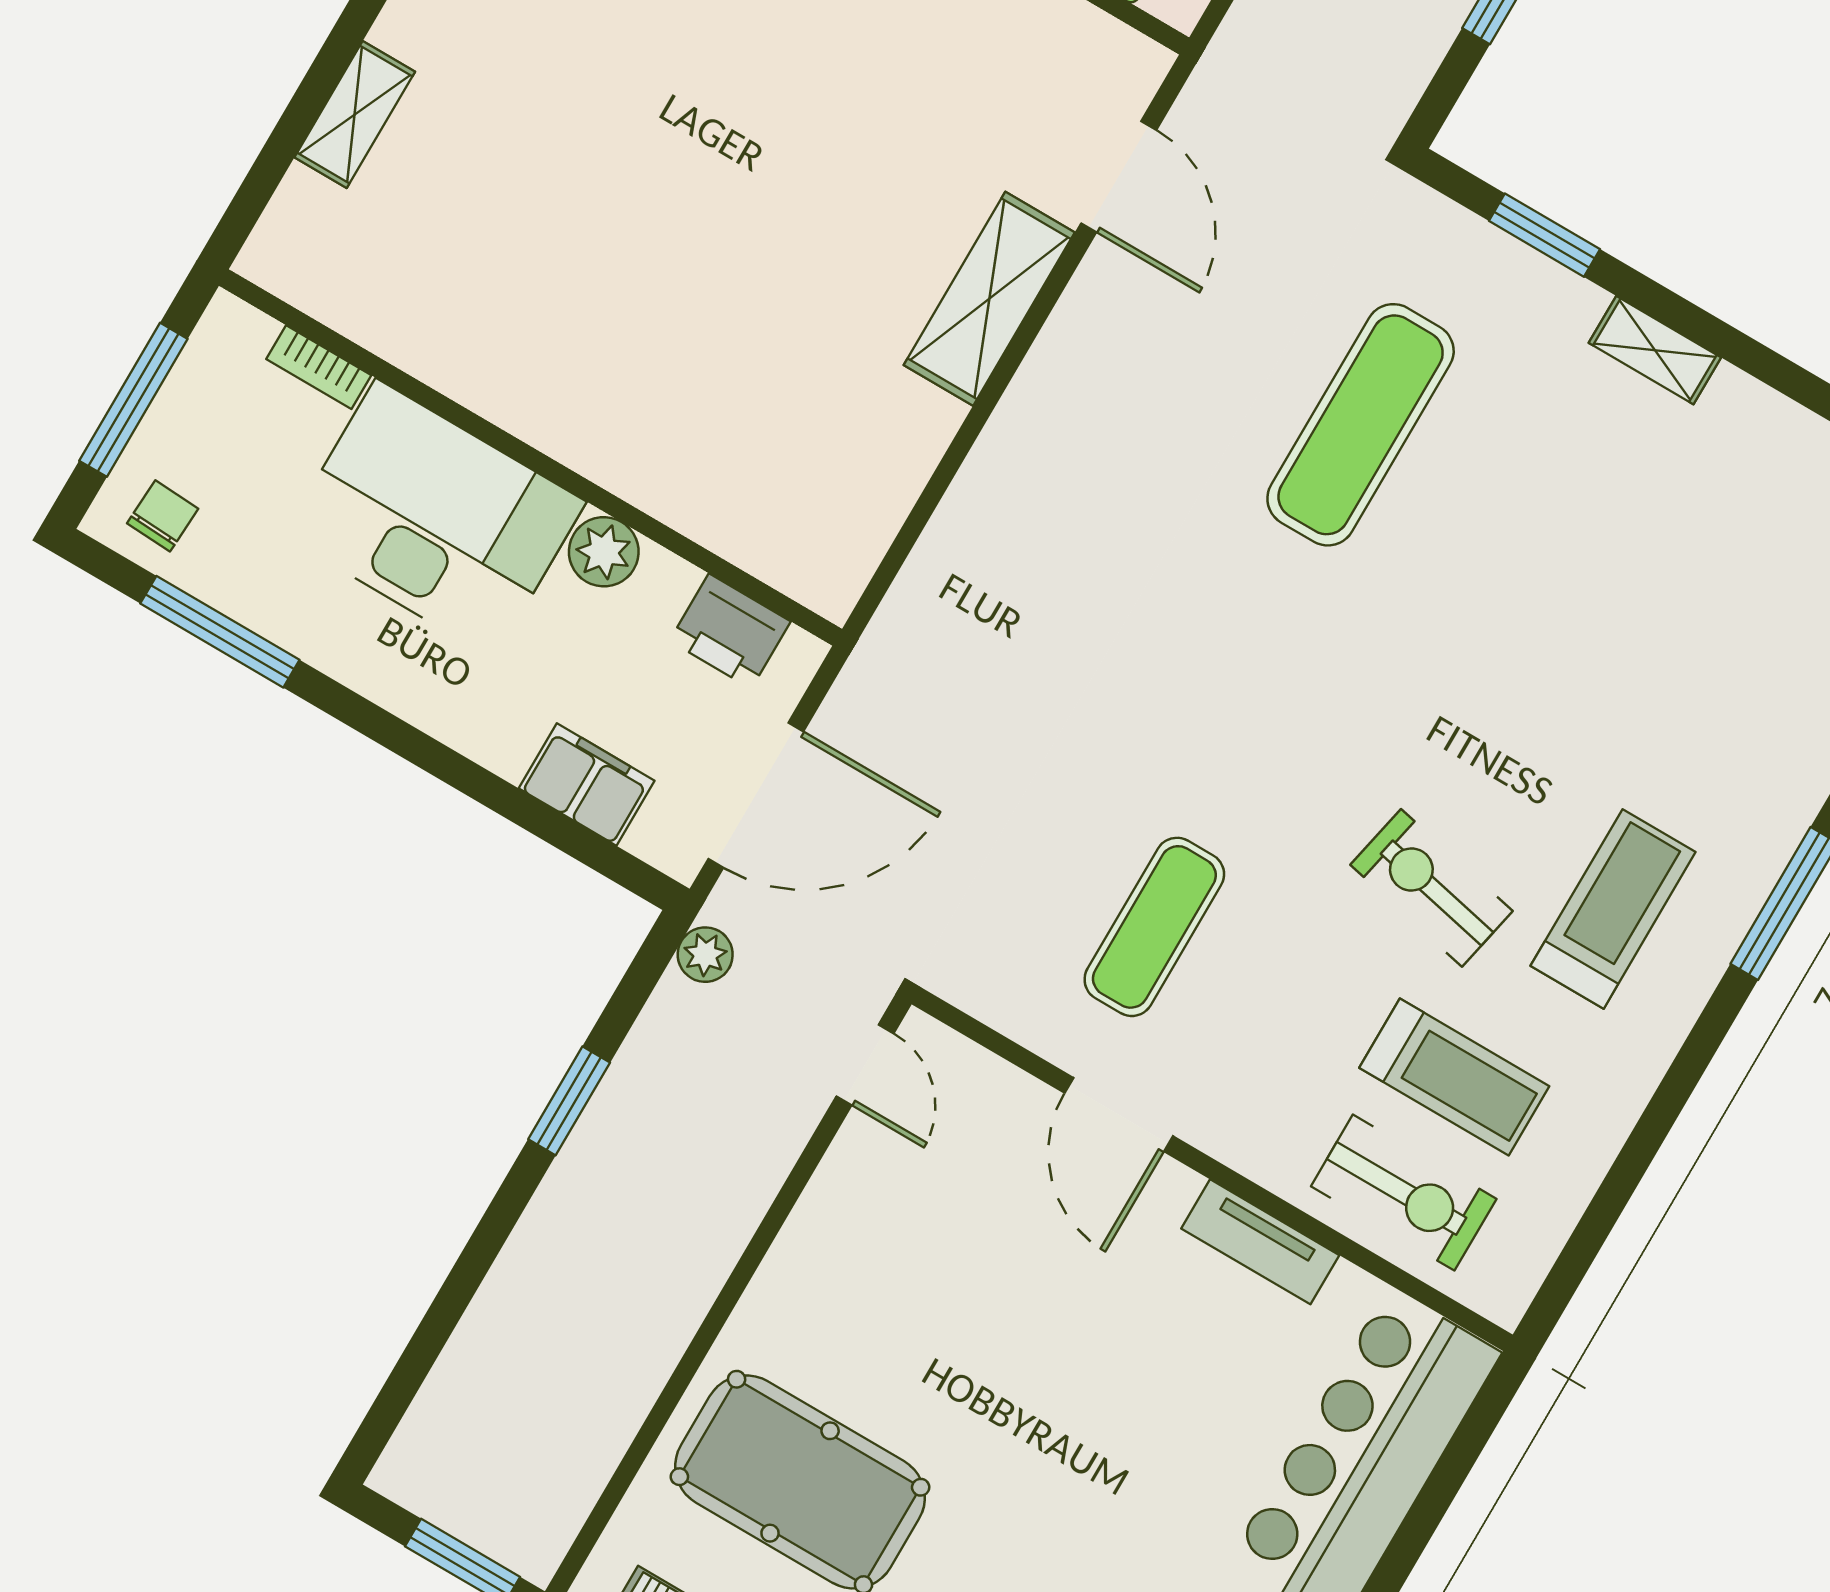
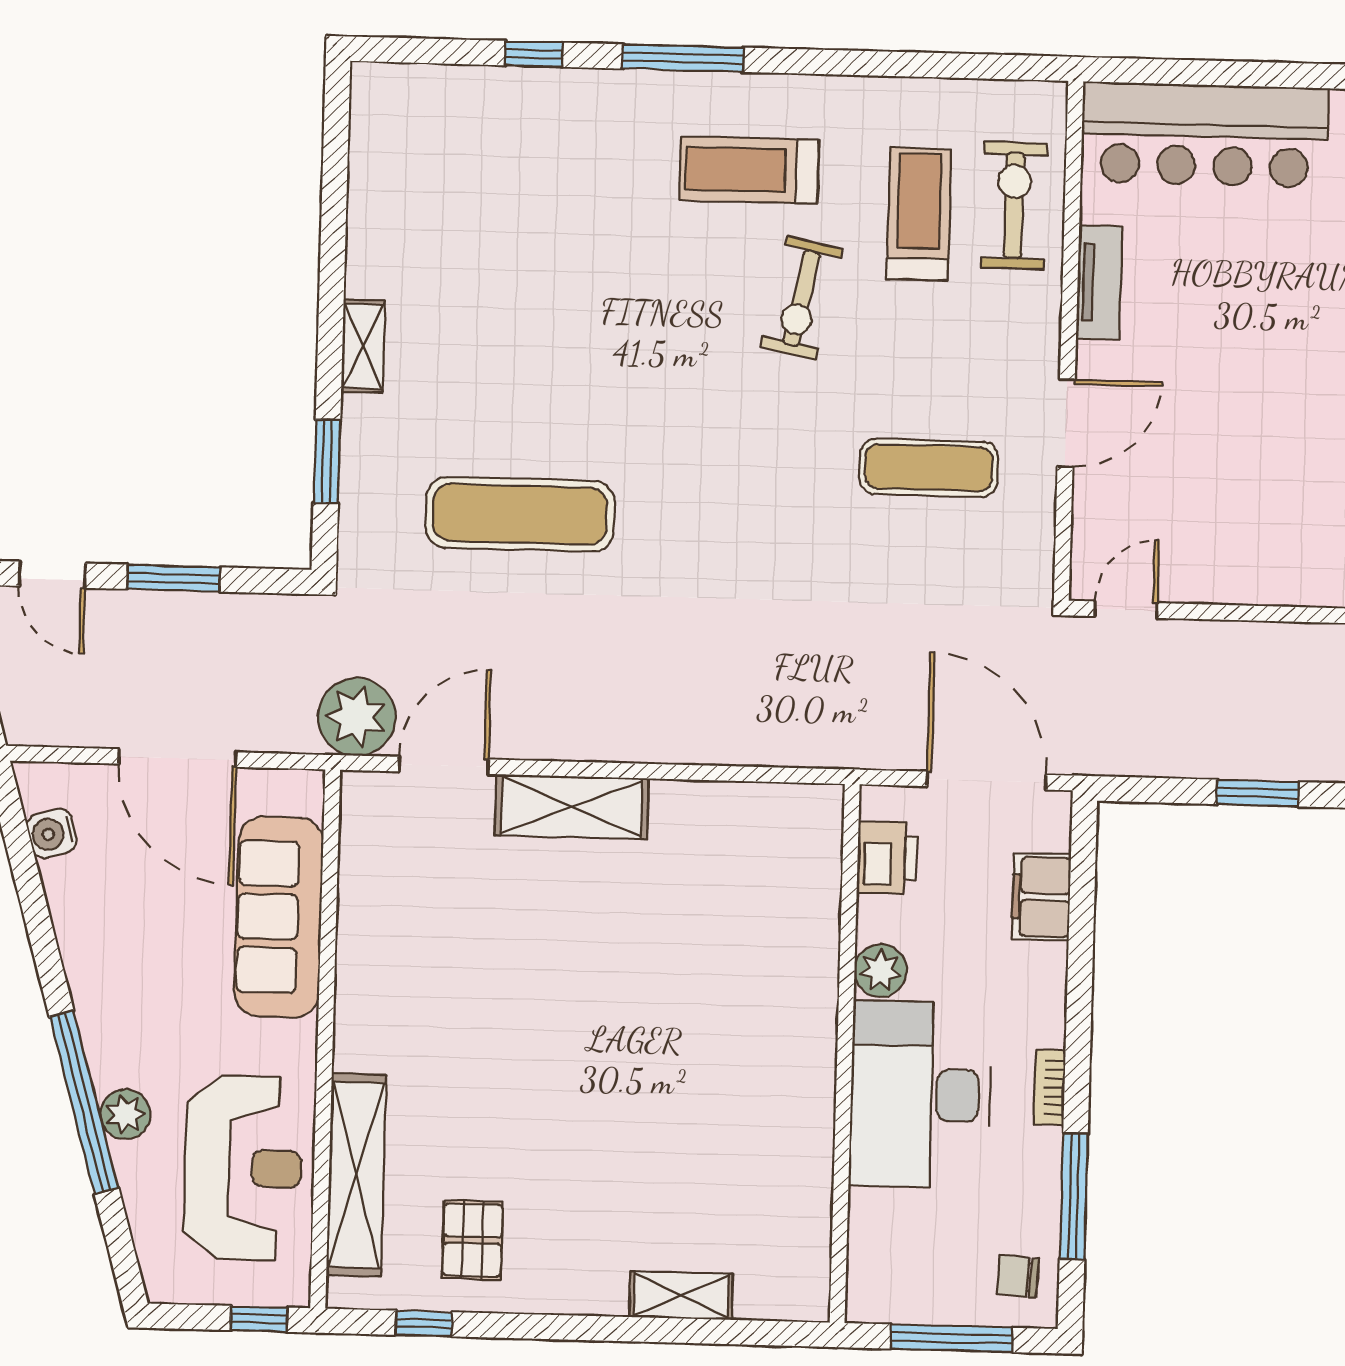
bookcase: (319, 367) -> (1050, 1087), moved, turned 180
plant: (705, 955) -> (357, 717), moved, width x1.87, depth x1.87

